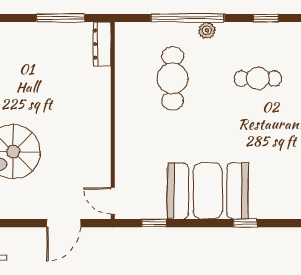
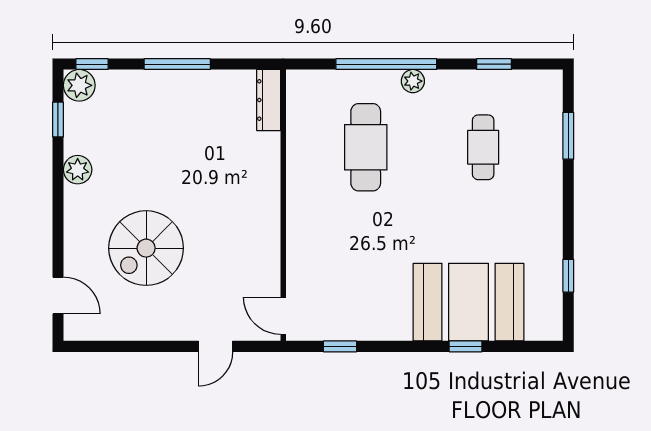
window: (61, 18) -> (177, 64), moved
cafe table: (258, 78) -> (483, 147), turned 90
booth: (208, 191) -> (469, 302), moved
door: (64, 223) -> (216, 346), width x0.73

